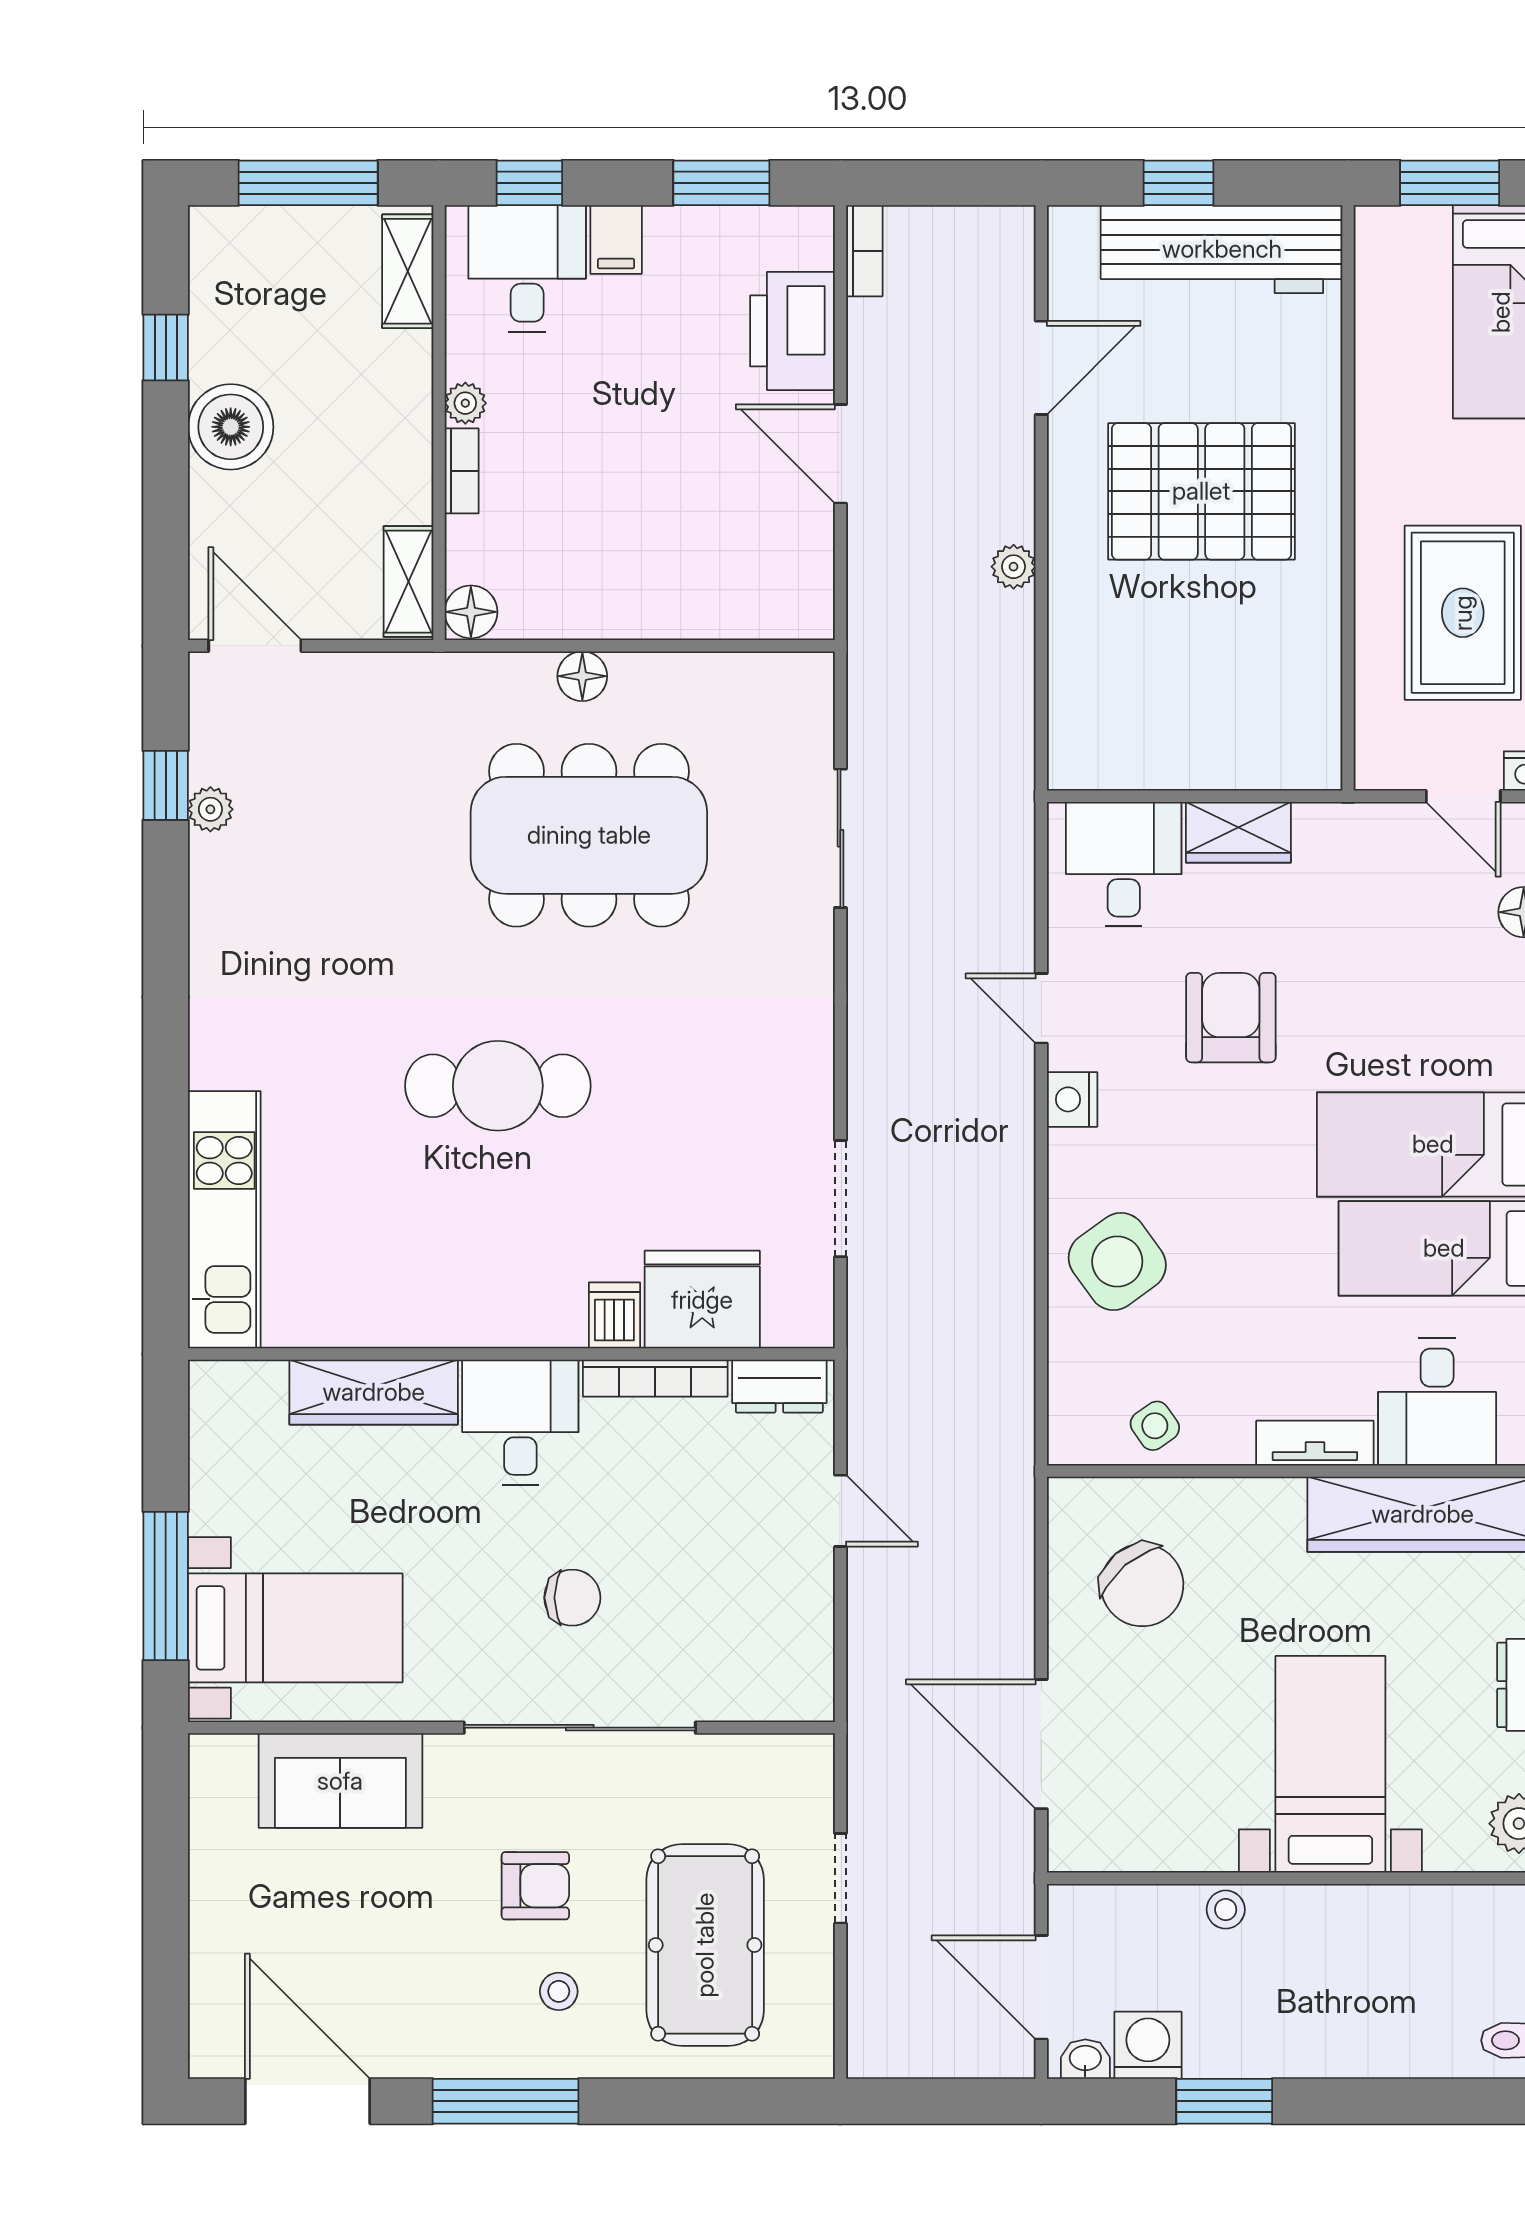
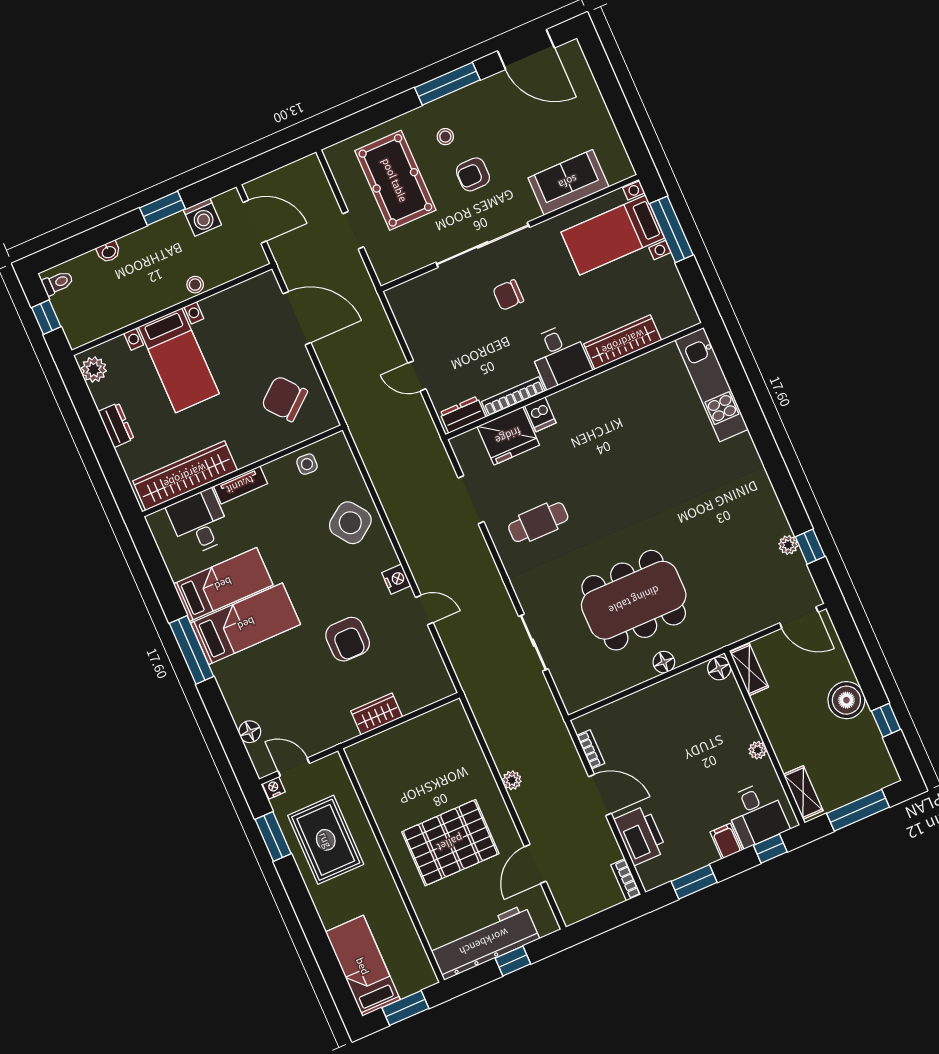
bookcase: (462, 471) -> (591, 749), moved, turned 180
desk: (1124, 864) -> (417, 681), removed
cafe table: (498, 1086) -> (538, 522), moved, width x0.73, depth x0.74
side table: (1155, 1426) -> (307, 464), turned 38
washbasin: (1085, 2059) -> (109, 252), moved

